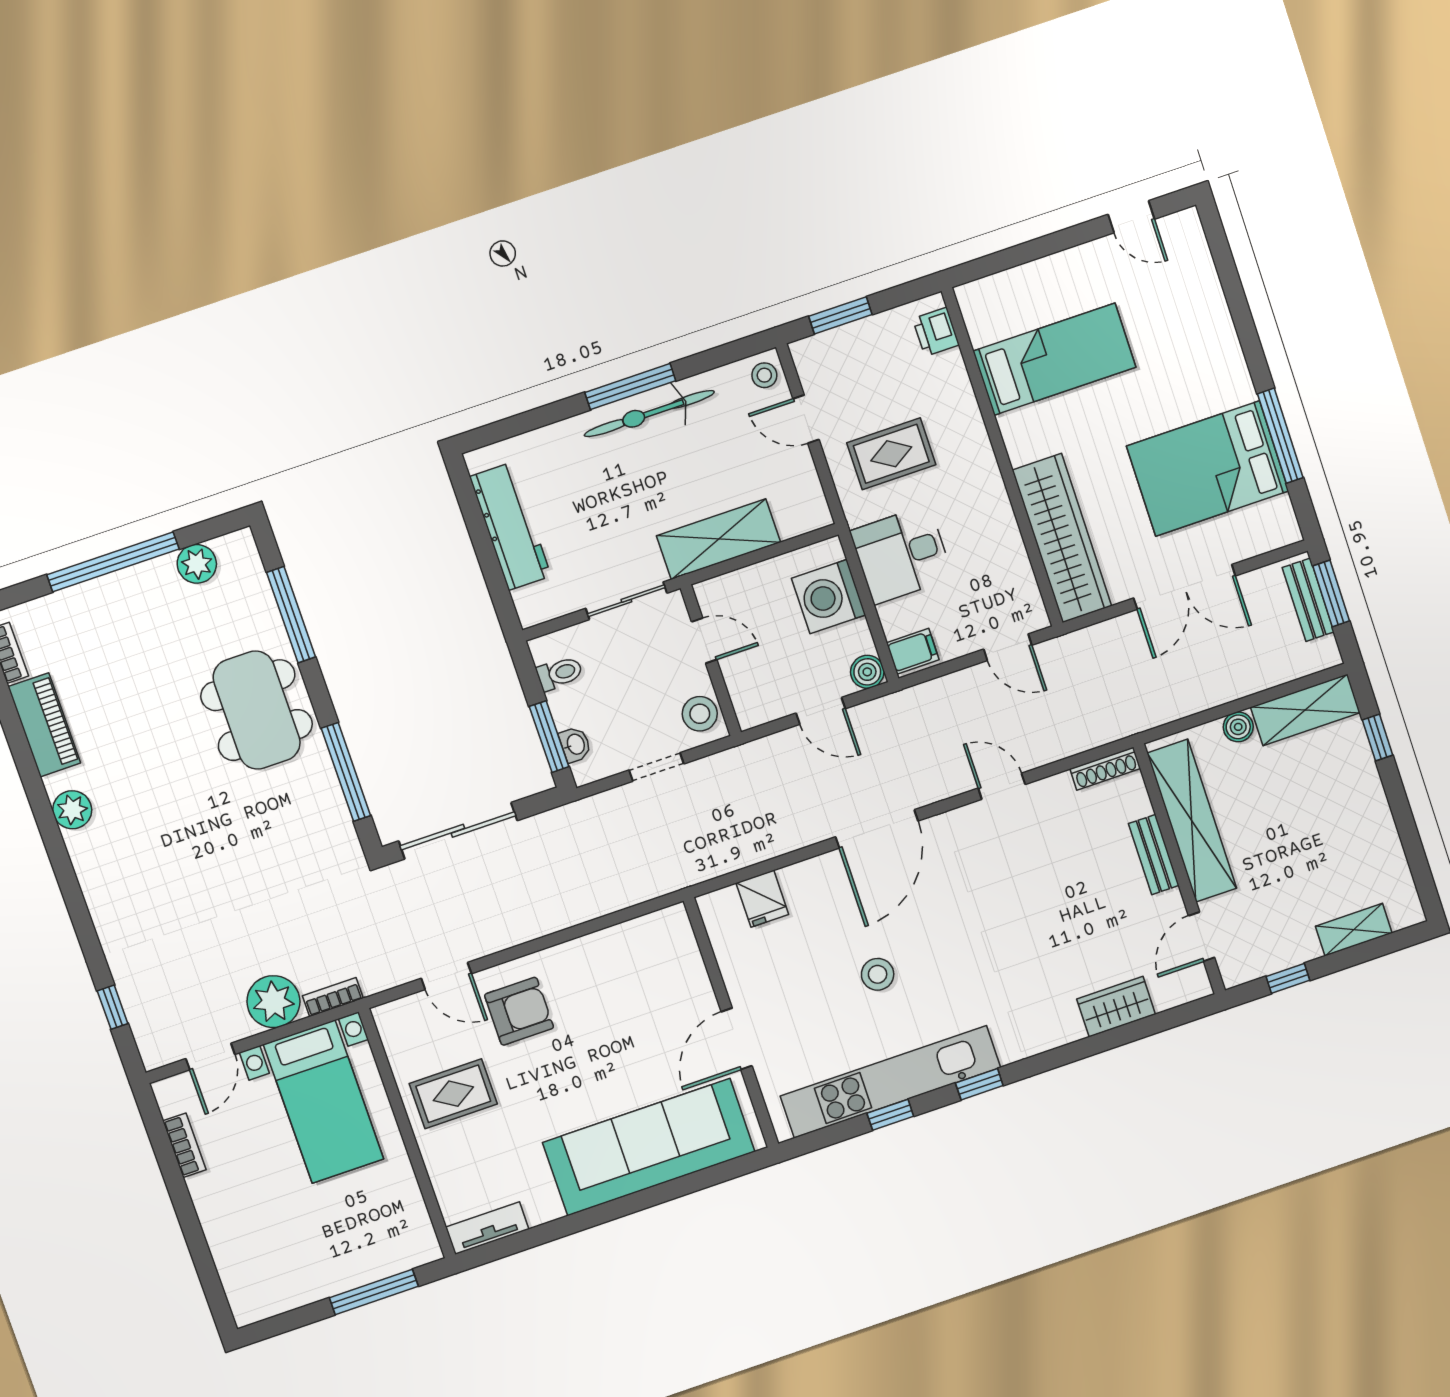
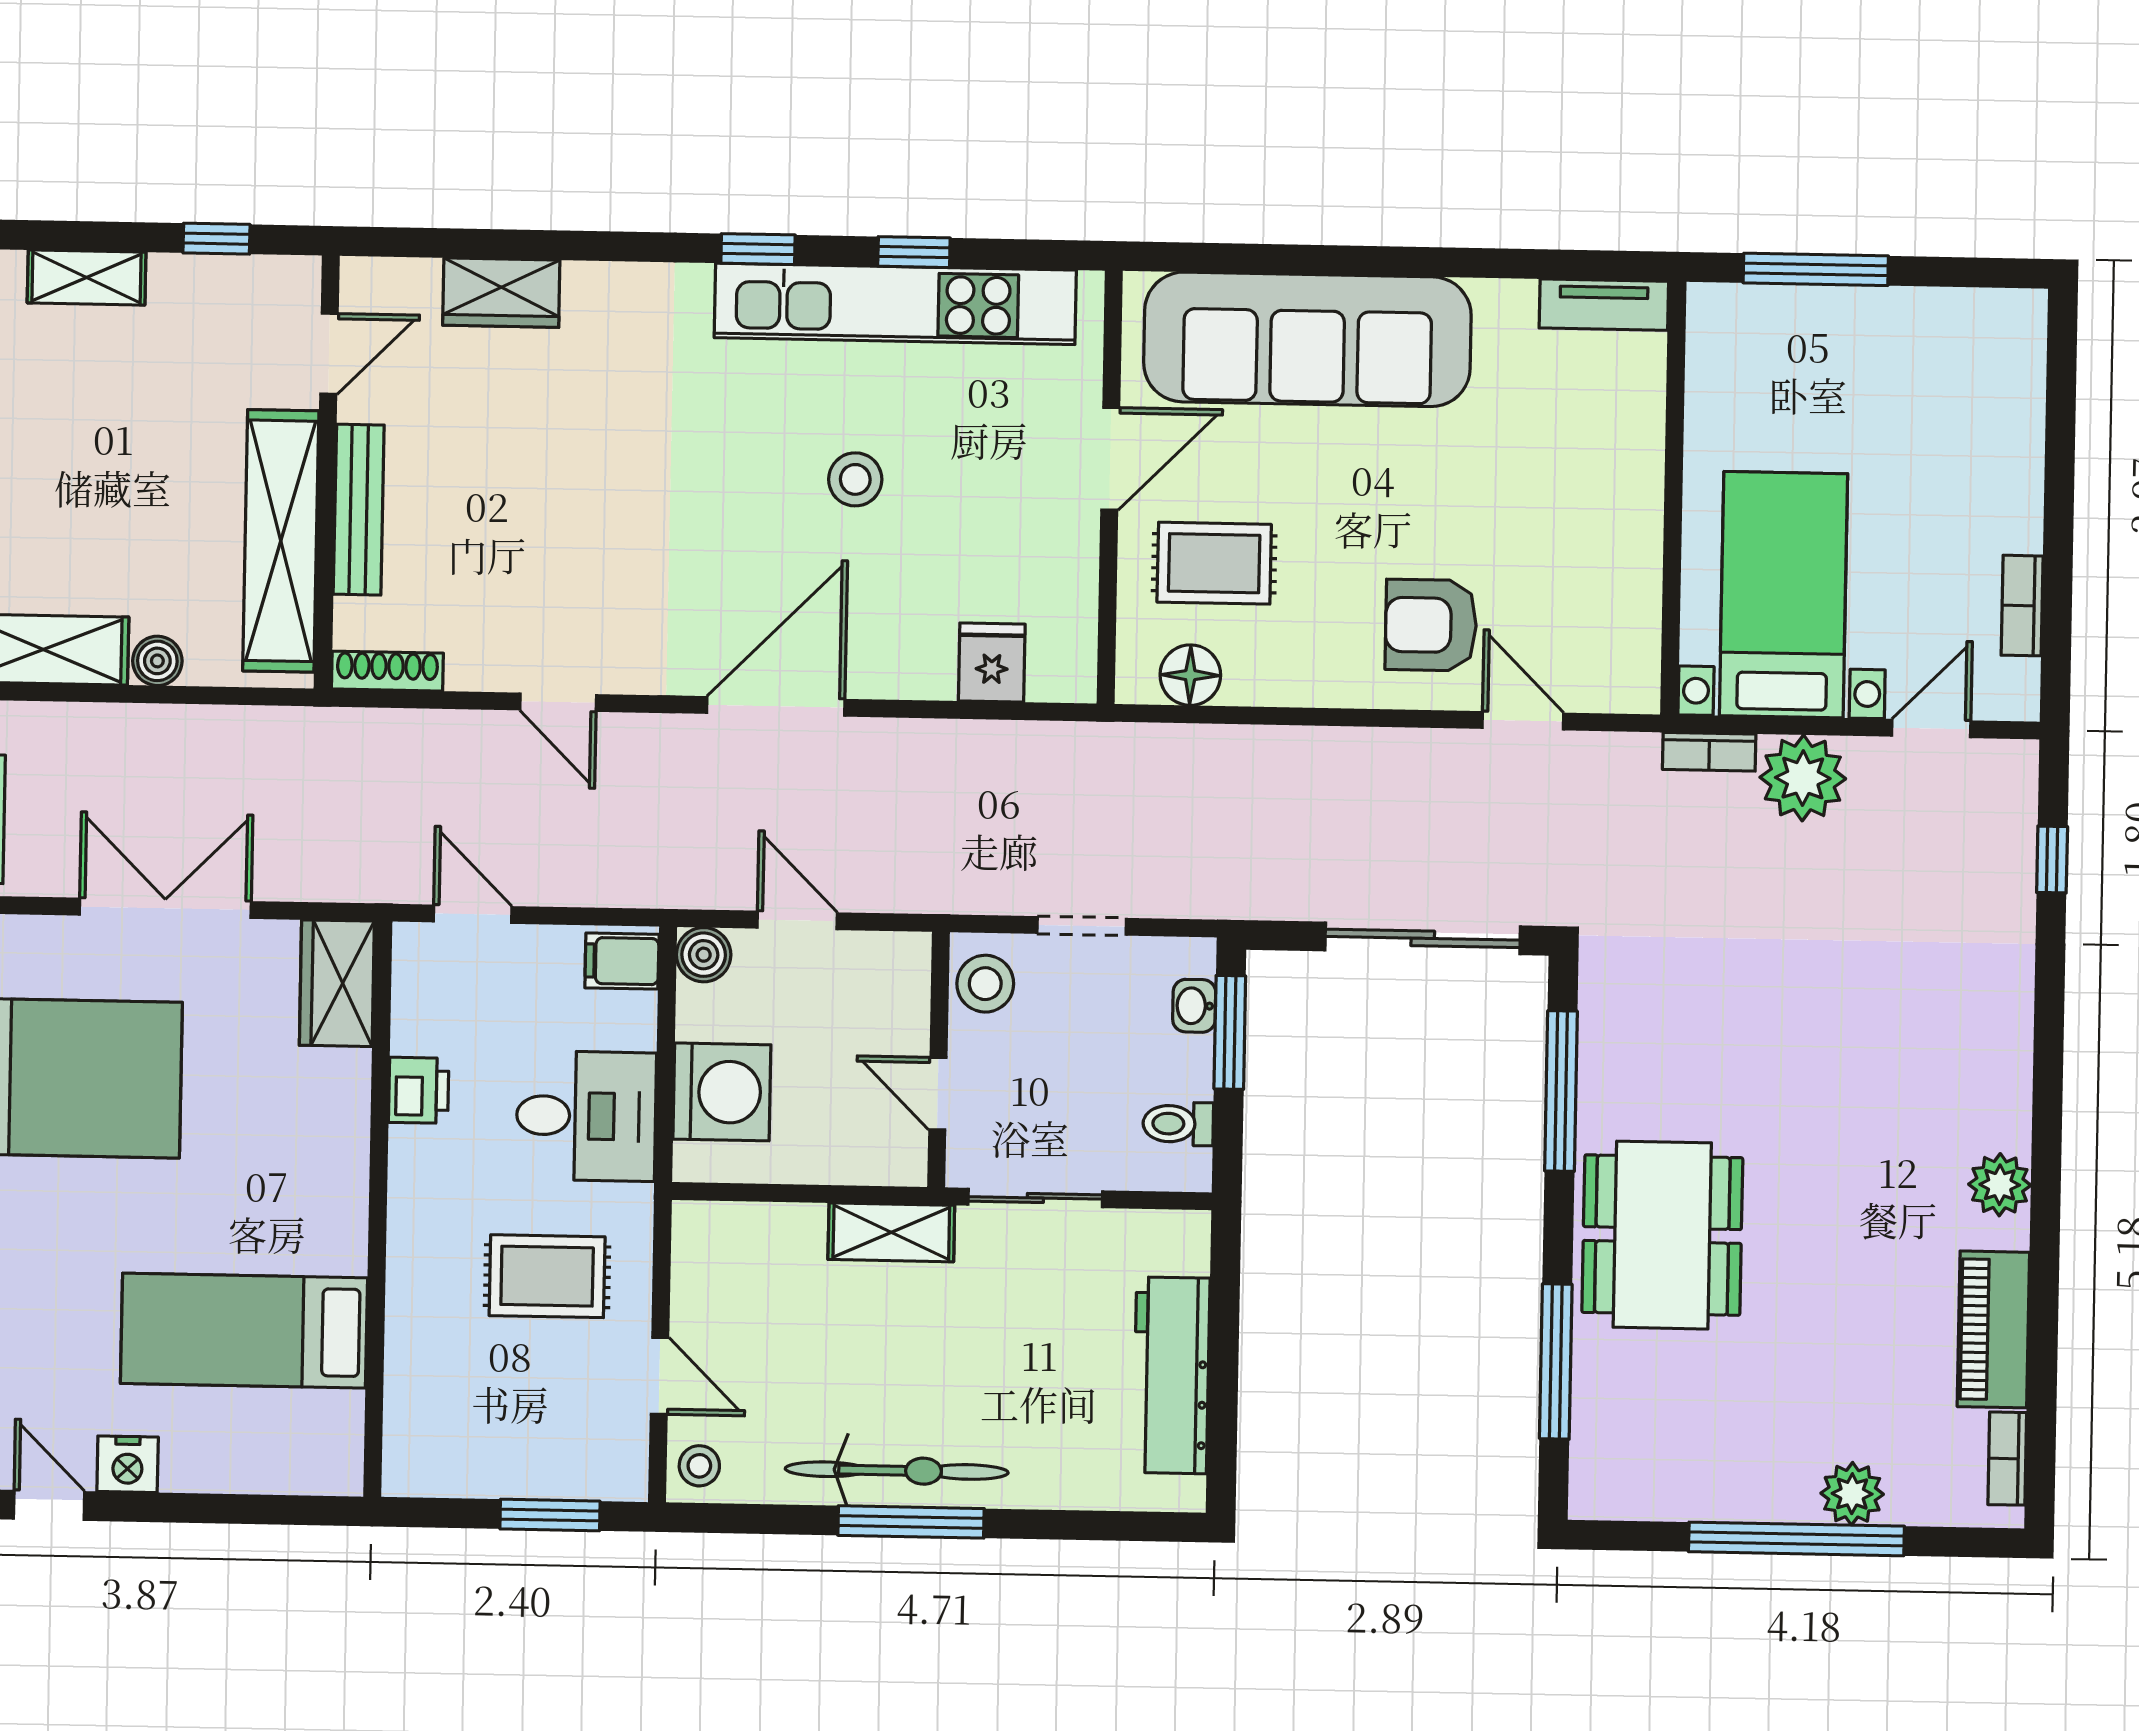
nightstand: (1094, 257) -> (128, 1464), added
printer: (936, 332) -> (419, 1090), moved
wardrobe: (1062, 538) -> (337, 983), width x0.48, depth x0.85
shelving: (719, 539) -> (891, 1232), width x0.67, depth x0.75
plant: (197, 564) -> (1852, 1494), moved
bench: (1154, 854) -> (359, 510), width x1.36
floor lamp: (646, 933) -> (1190, 675), added
rug: (453, 1094) -> (1214, 563), moved

